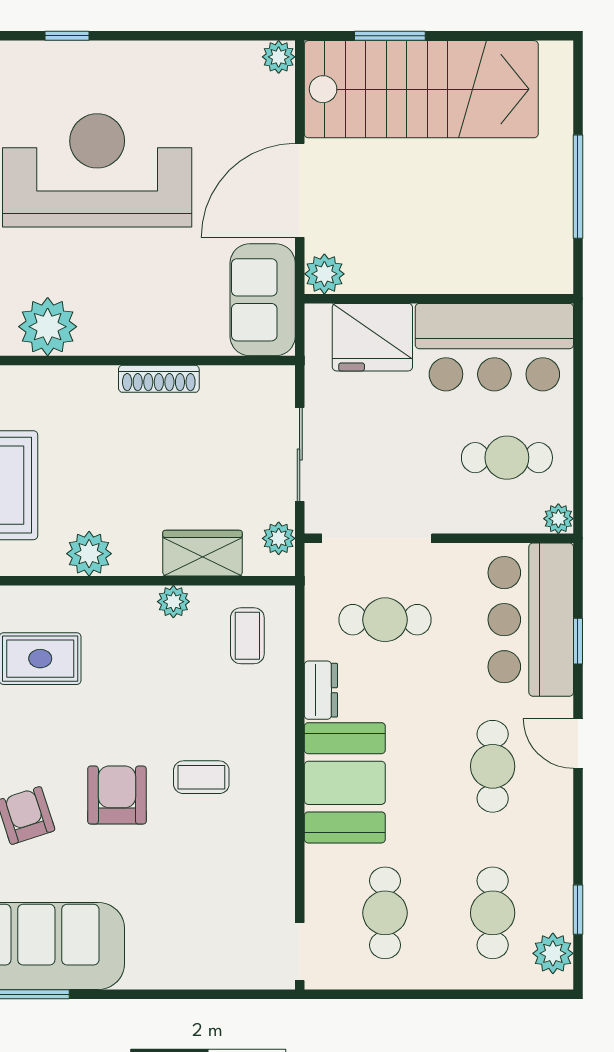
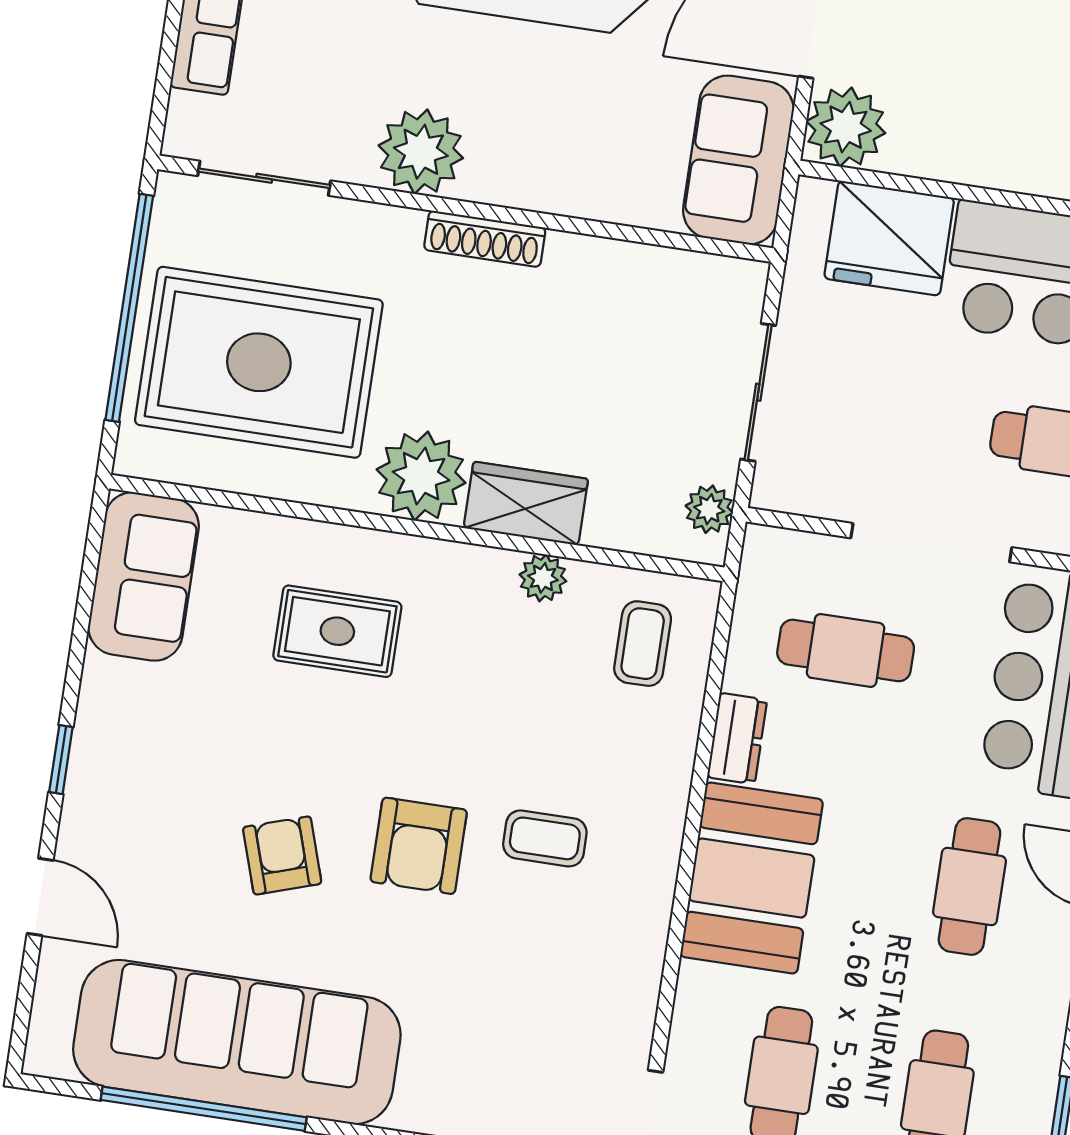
plant: (324, 274) -> (846, 127), width x1.36, depth x1.36
shoe rack: (159, 379) -> (485, 239), moved
doorway: (377, 538) -> (931, 543), moved
wardrobe: (202, 553) -> (526, 503), moved
plant: (89, 554) -> (421, 476), width x1.36, depth x1.36
armchair: (117, 795) -> (419, 846), turned 180

